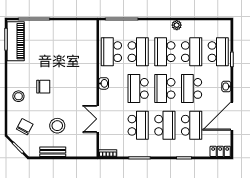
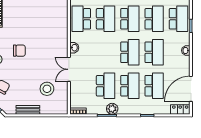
school desk: (165, 52) -> (130, 19), turned 180
school desk: (138, 88) -> (106, 52), removed
school desk: (165, 88) -> (130, 52), turned 180
school desk: (192, 88) -> (154, 52), turned 180
door: (232, 116) -> (191, 89), moved
double door: (98, 119) -> (69, 69), moved
stool: (57, 126) -> (47, 89), moved
plant: (145, 151) -> (112, 109), added

